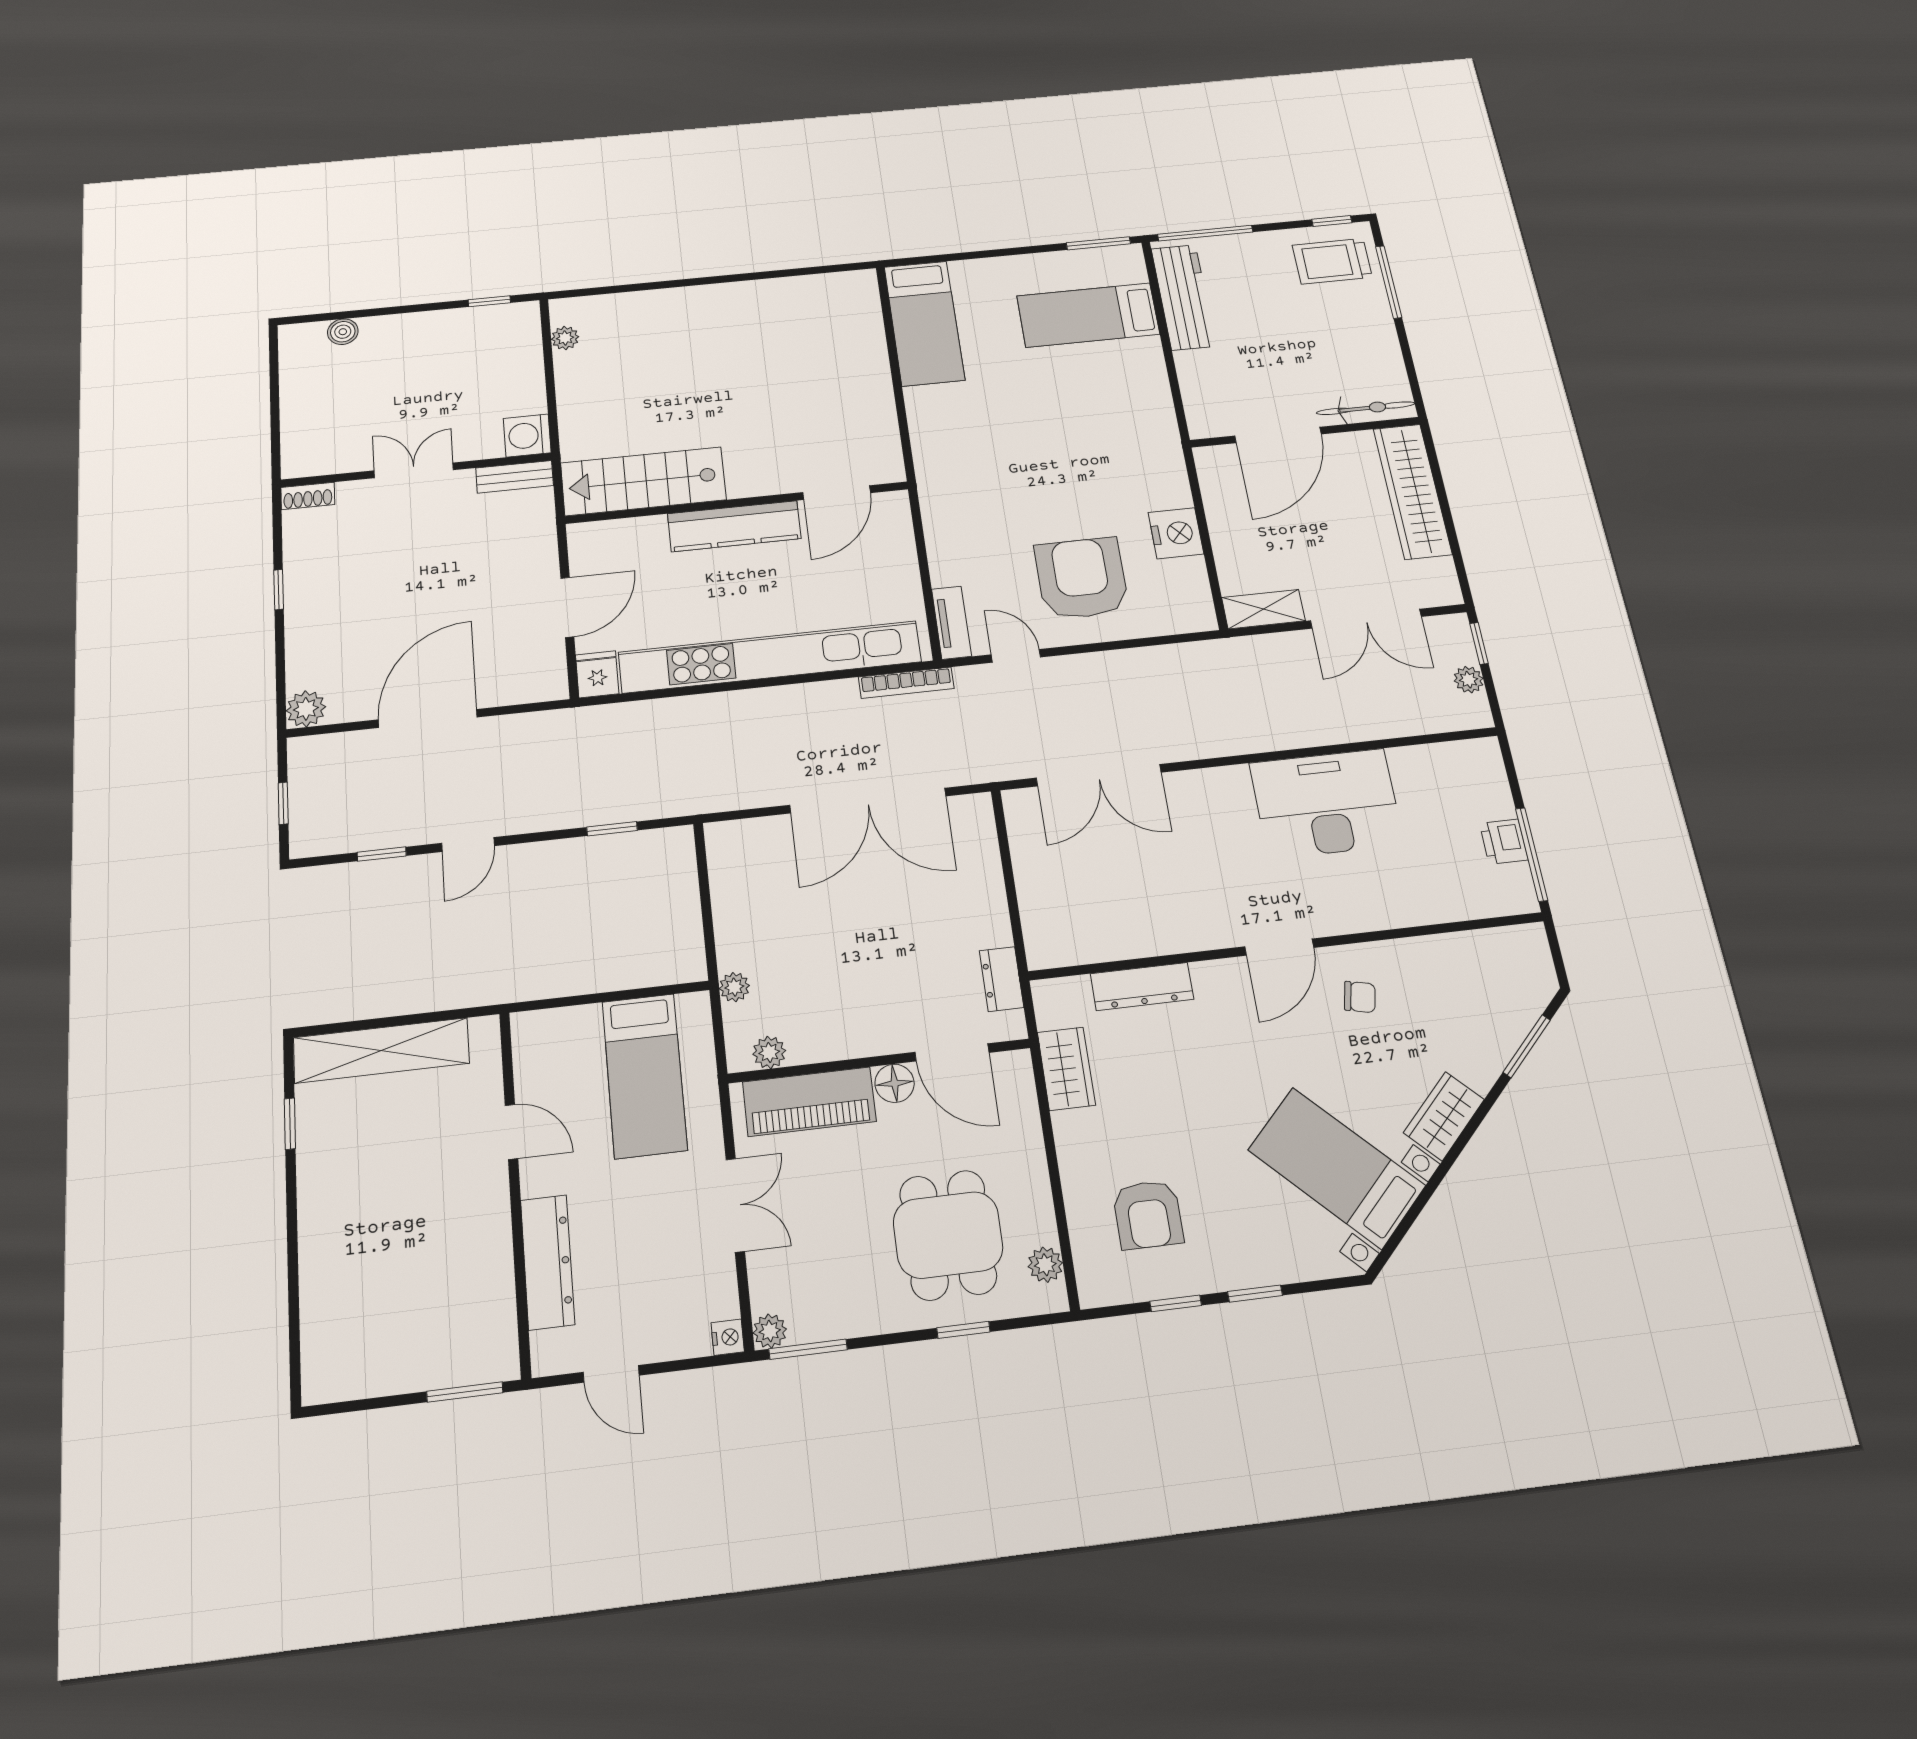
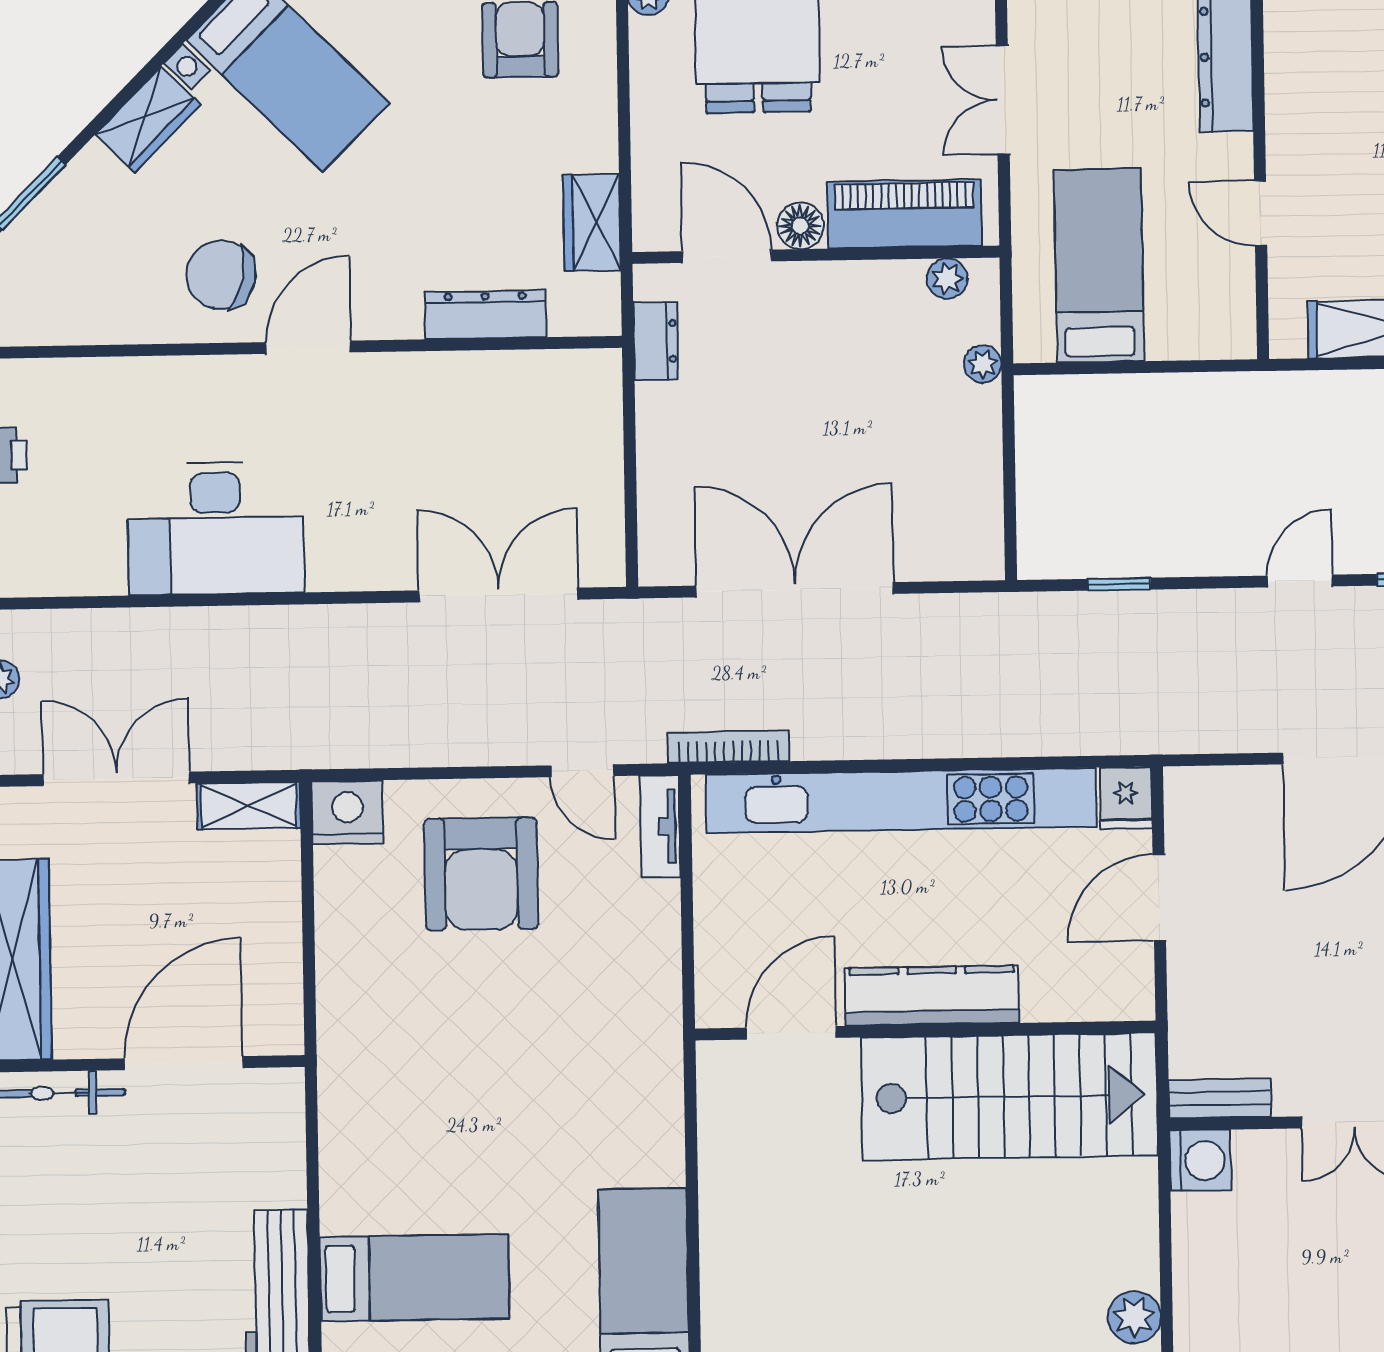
plant: (565, 338) -> (1134, 1317), width x1.38, depth x1.38
stairs: (643, 481) -> (1009, 1096), width x1.36, depth x1.51
nightstand: (1176, 533) -> (348, 812), moved, turned 90
chair: (1360, 997) -> (221, 275), width x1.87, depth x1.87

